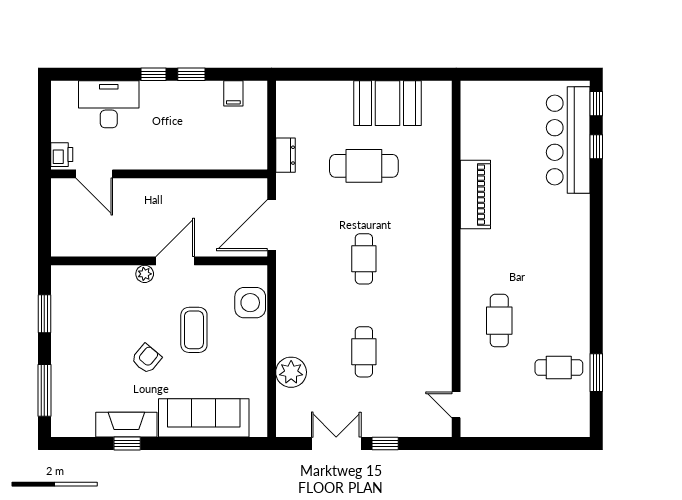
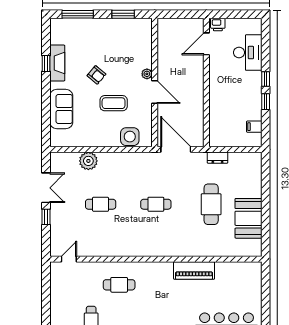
sofa: (204, 418) -> (61, 109), width x0.73

